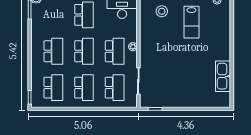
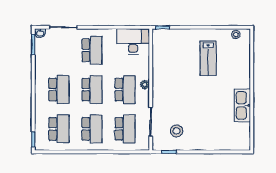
stool: (162, 11) -> (177, 131), moved
kitchen sink: (223, 76) -> (242, 105), moved

